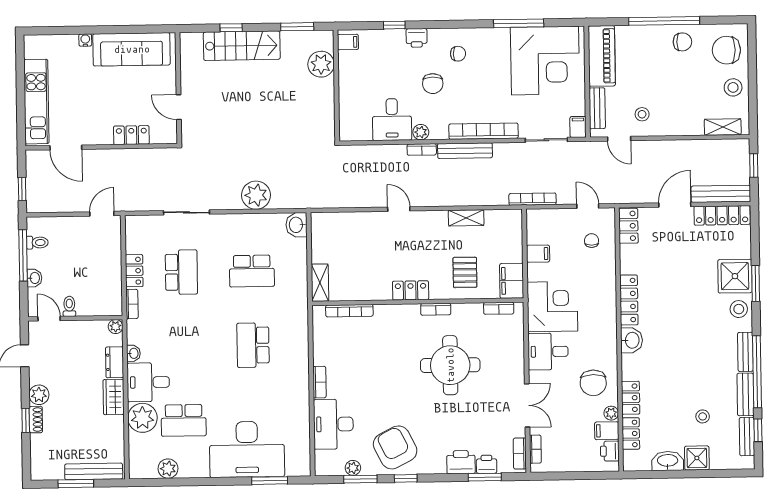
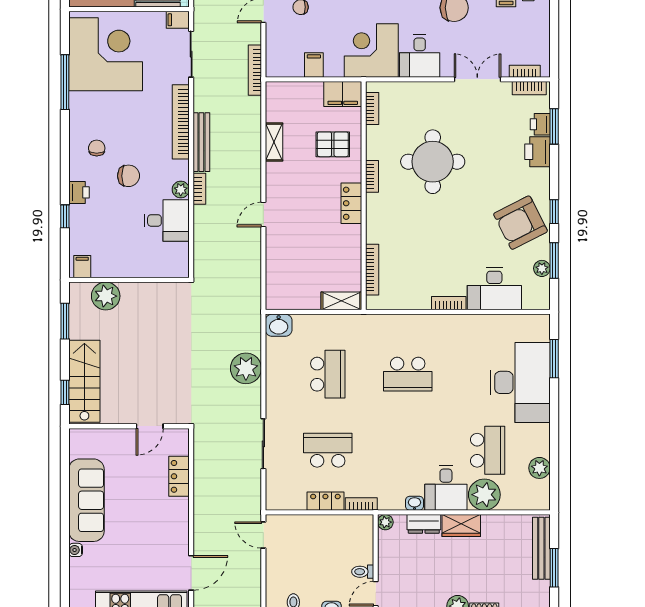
wall: (178, 88) -> (129, 426), moved
door: (179, 107) -> (150, 426), moved
locker: (131, 135) -> (179, 476), moved

